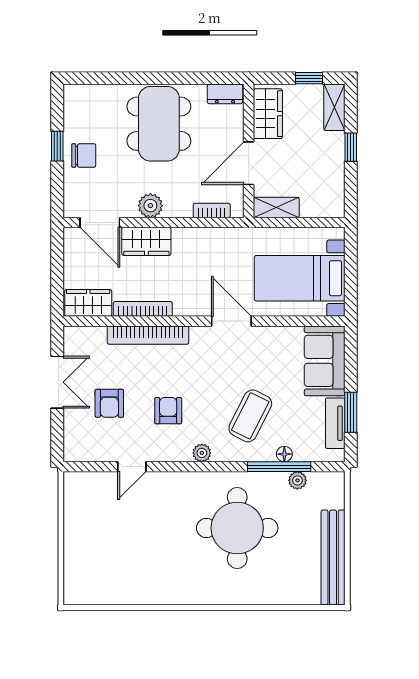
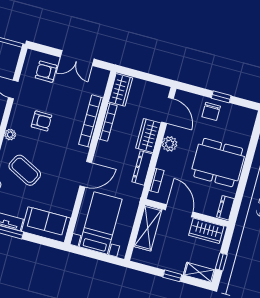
shelving: (276, 208) -> (148, 228), width x1.50, depth x1.33
door: (100, 223) -> (168, 110), swing flipped
dresser: (198, 237) -> (142, 168), added
armchair: (109, 403) -> (46, 72), moved

